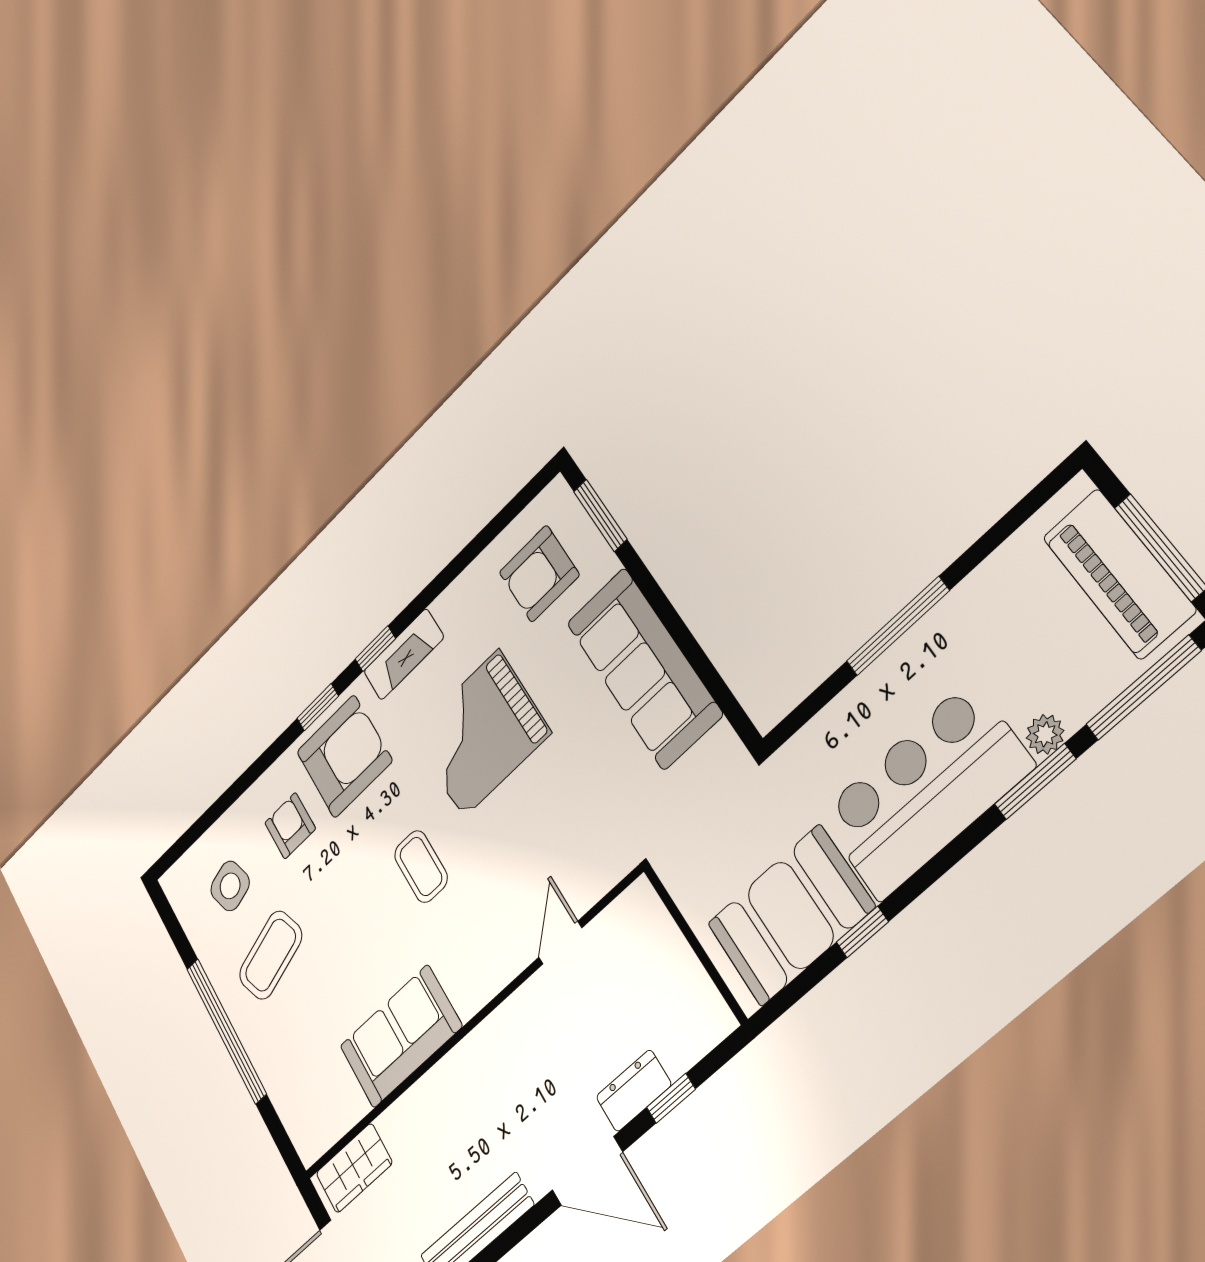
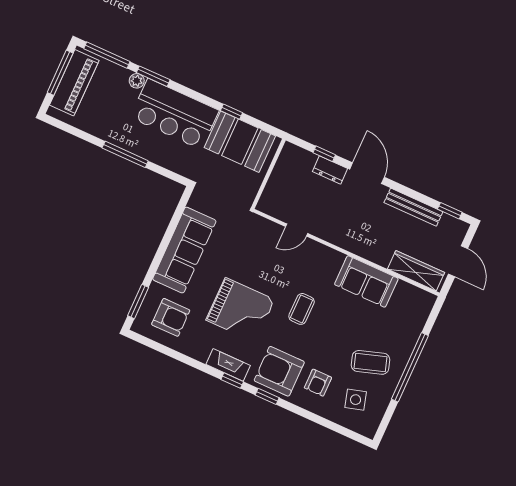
wardrobe: (354, 1168) -> (416, 271), width x1.50

